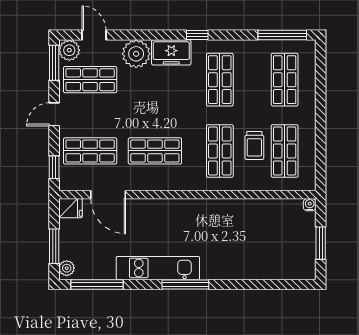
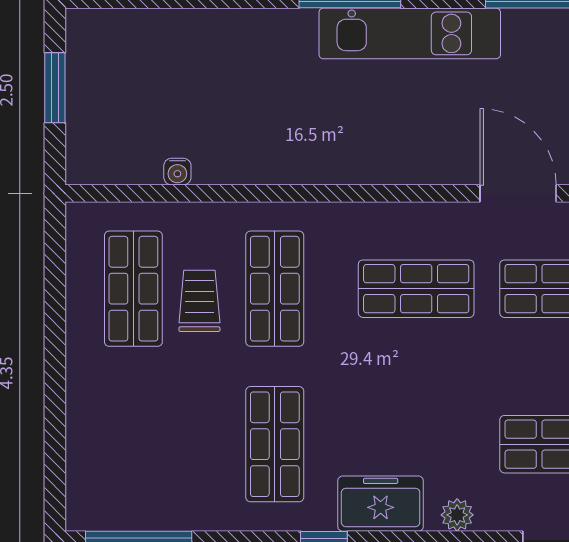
plant: (136, 54) -> (457, 515), width x0.53, depth x0.53
shop shelf: (285, 80) -> (133, 444), removed
water cooler: (310, 205) -> (177, 172), moved

